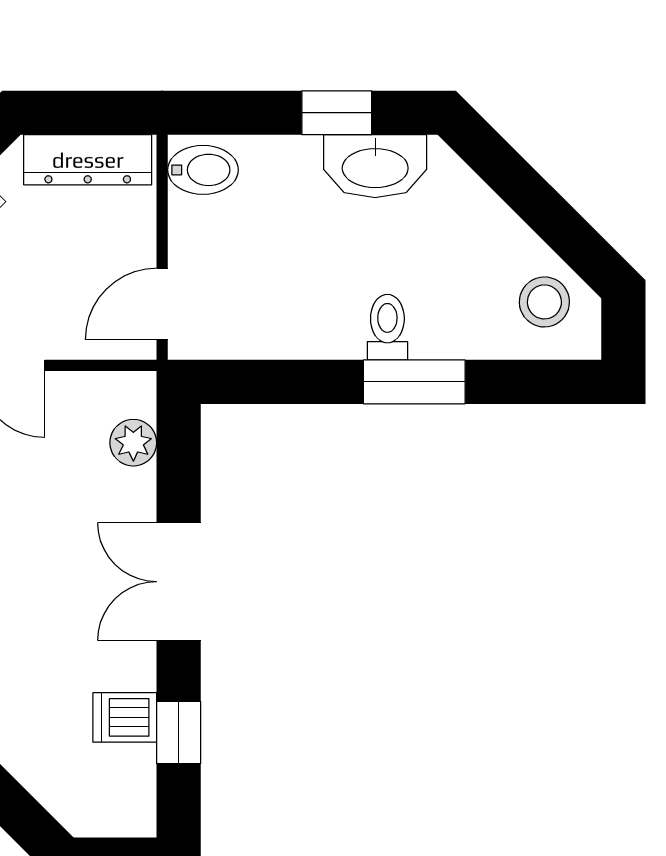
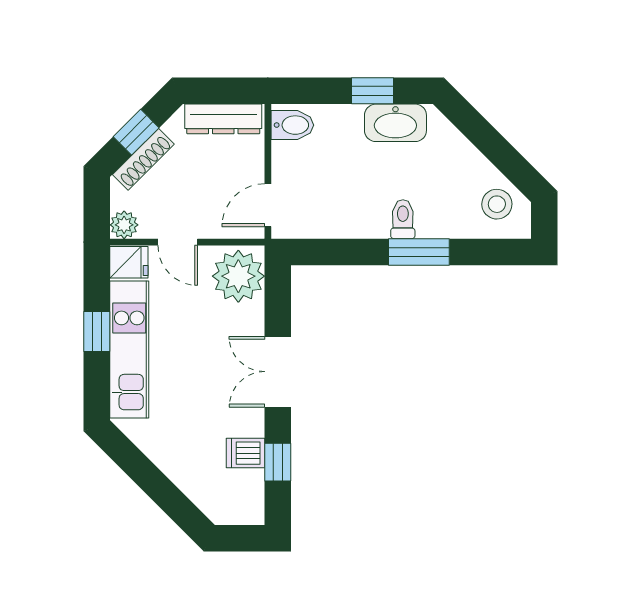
plant: (133, 443) -> (238, 276), width x1.88, depth x1.88

